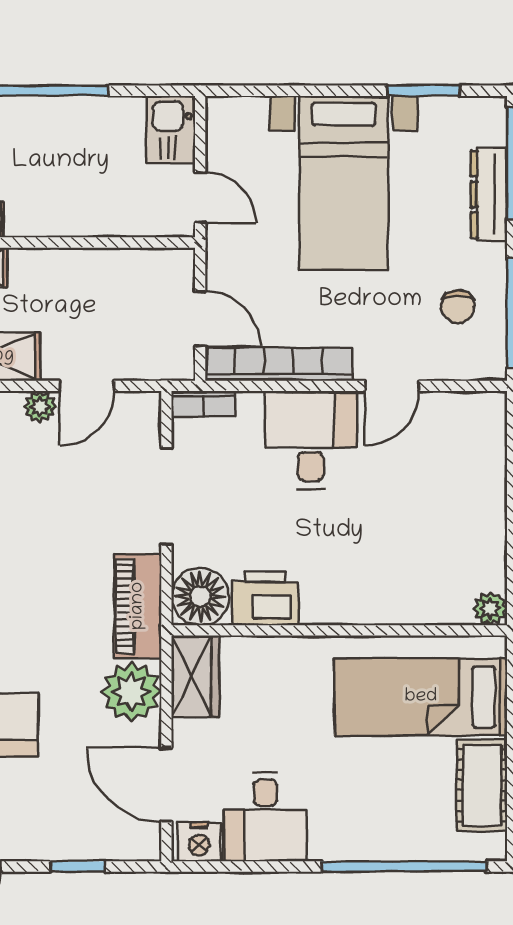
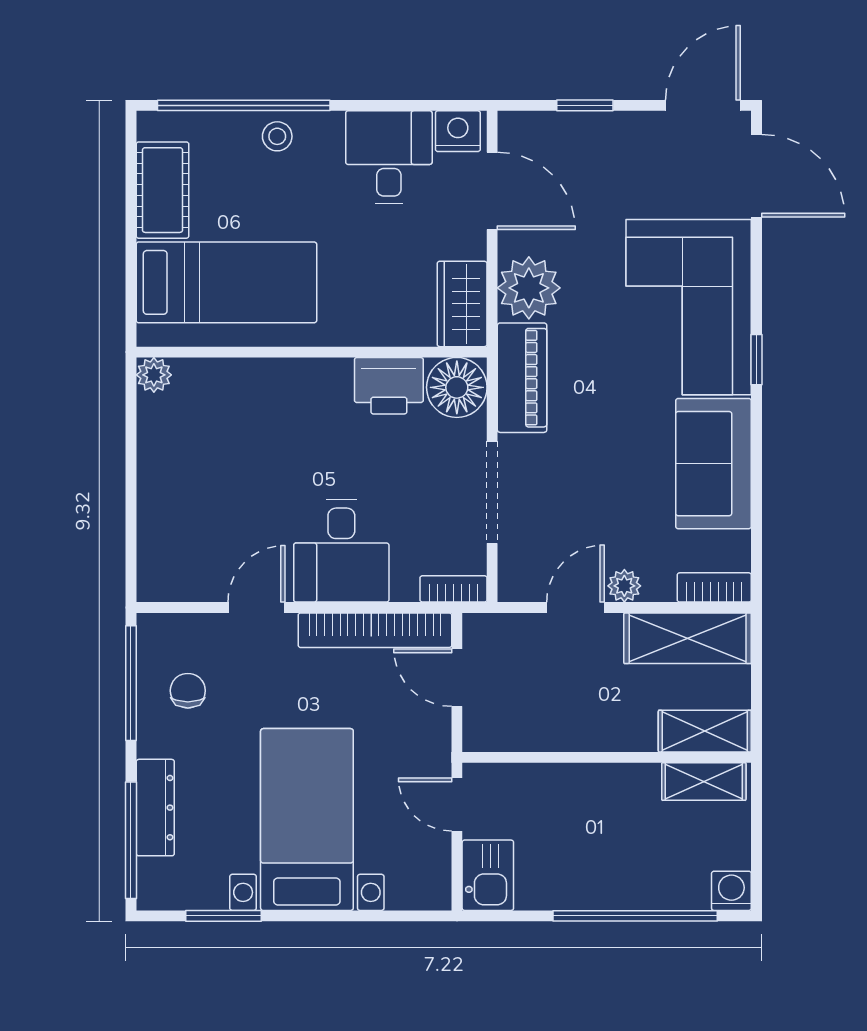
stool: (372, 837) -> (277, 136), added

